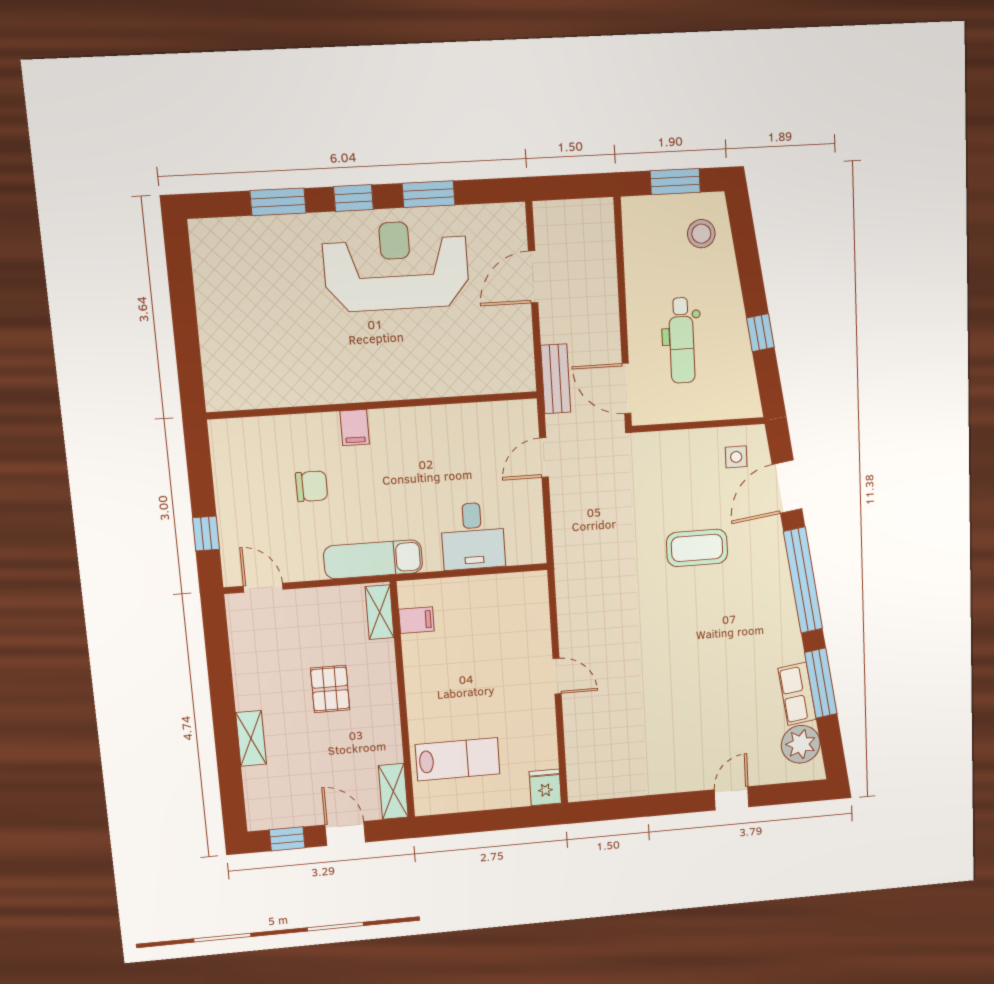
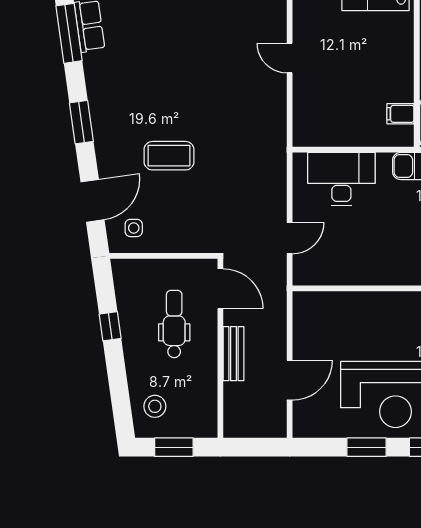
bench: (556, 379) -> (234, 354), moved
desk: (473, 536) -> (341, 179), width x1.37
window: (803, 580) -> (81, 122), width x0.47

